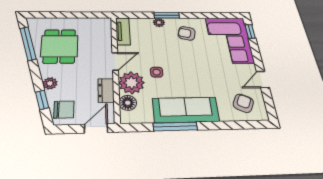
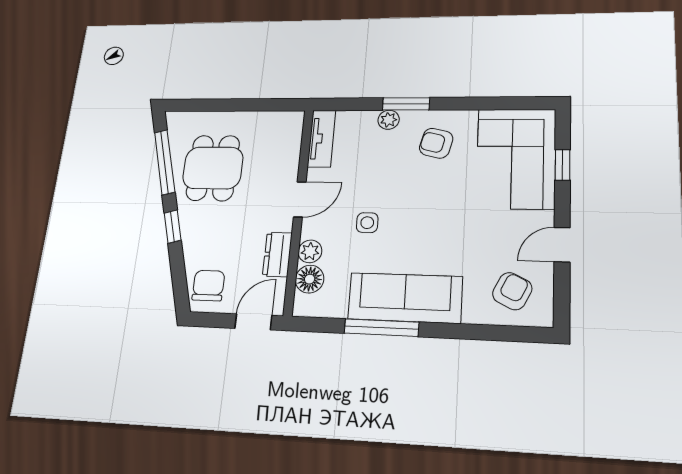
window: (250, 31) -> (563, 165), moved
plant: (50, 83) -> (192, 238), removed
plant: (131, 83) -> (310, 251), width x0.53, depth x0.53
window: (42, 100) -> (173, 227), moved
chair: (64, 110) -> (208, 286), turned -90

